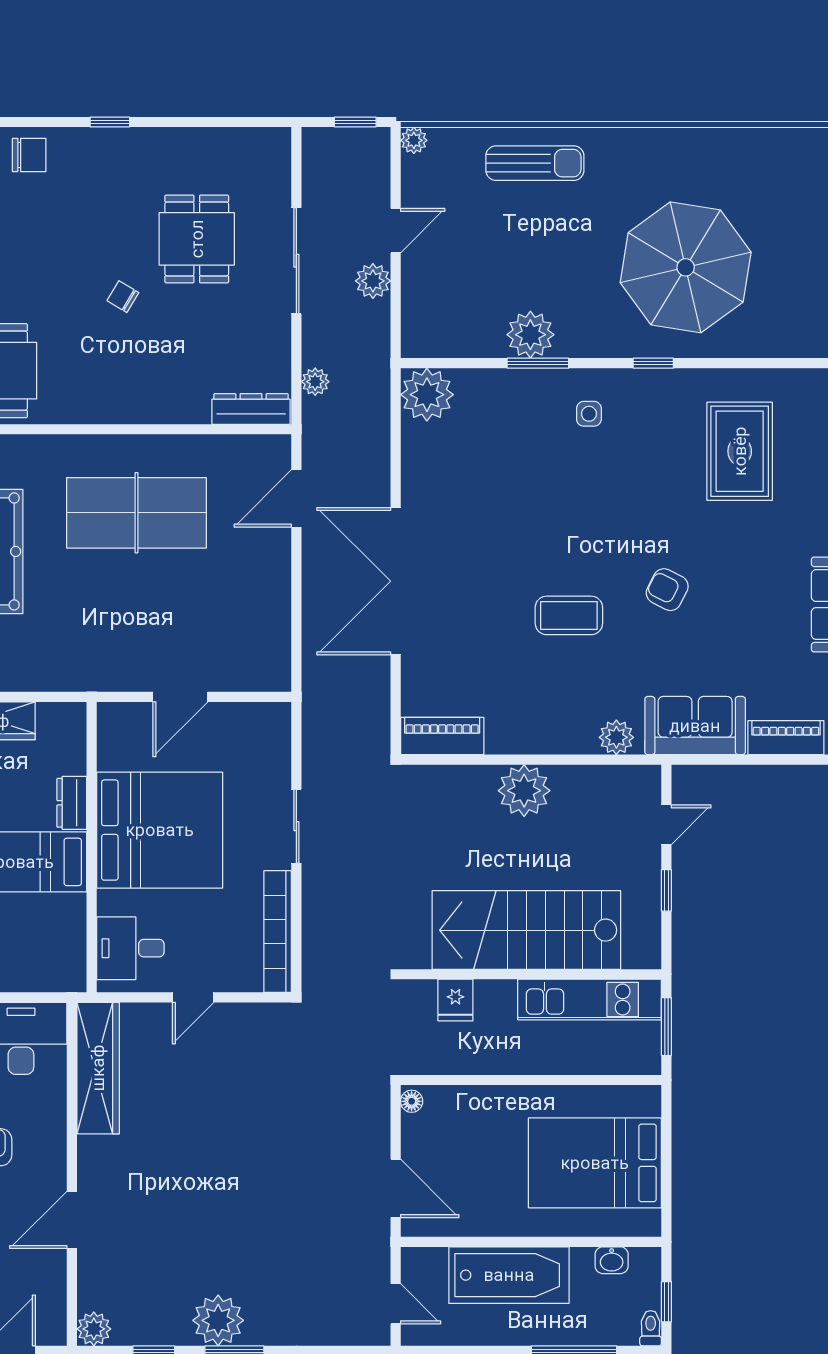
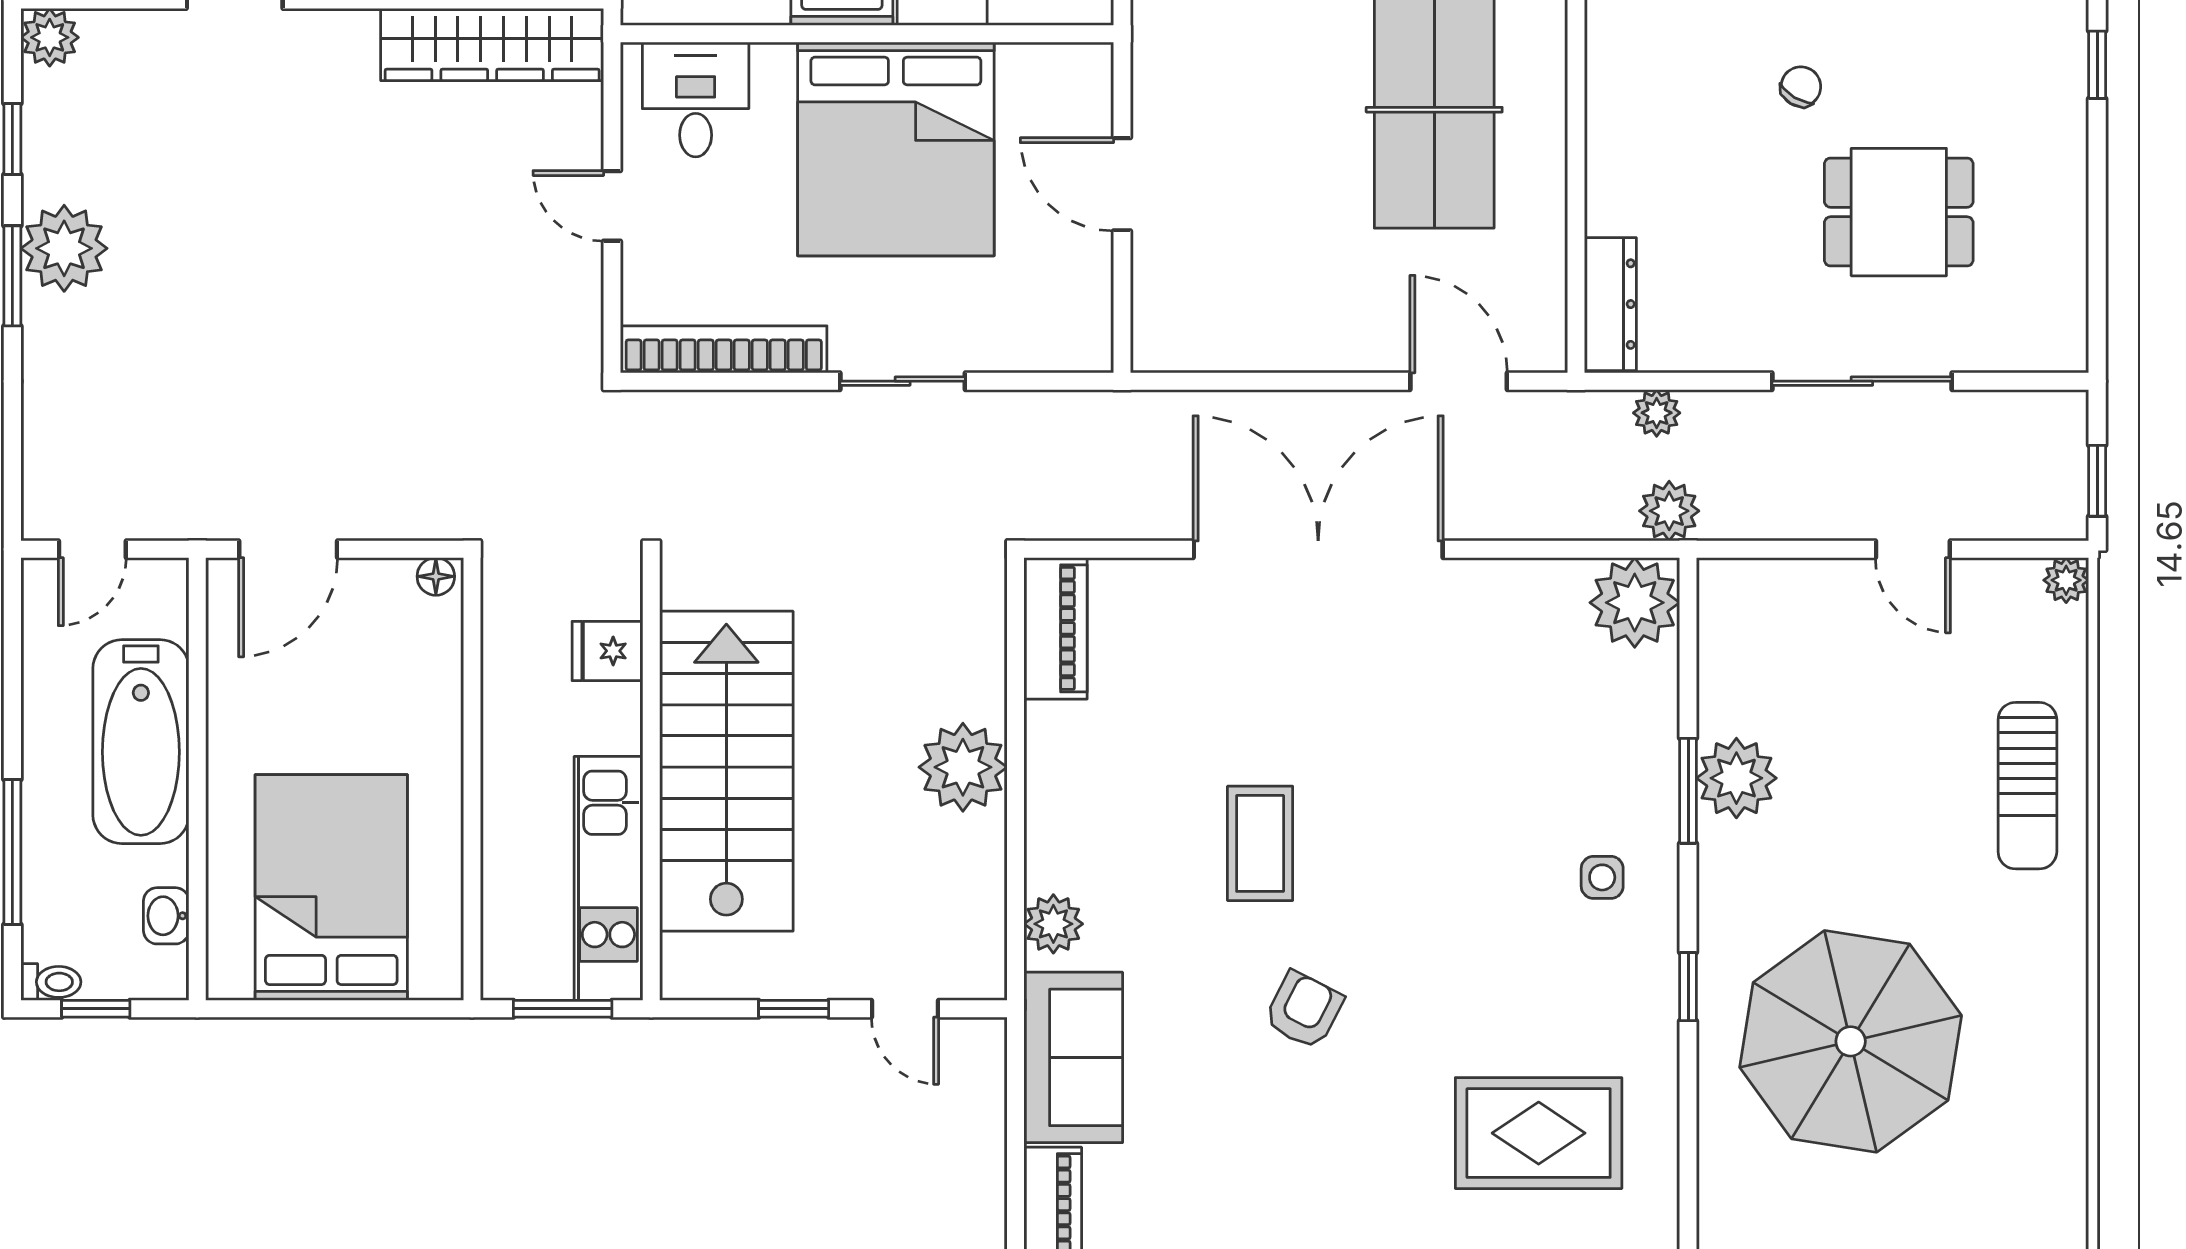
plant: (373, 281) -> (1669, 511), moved

